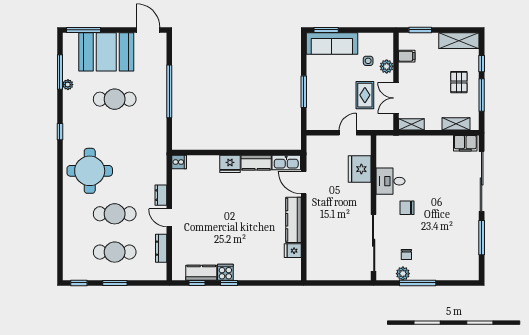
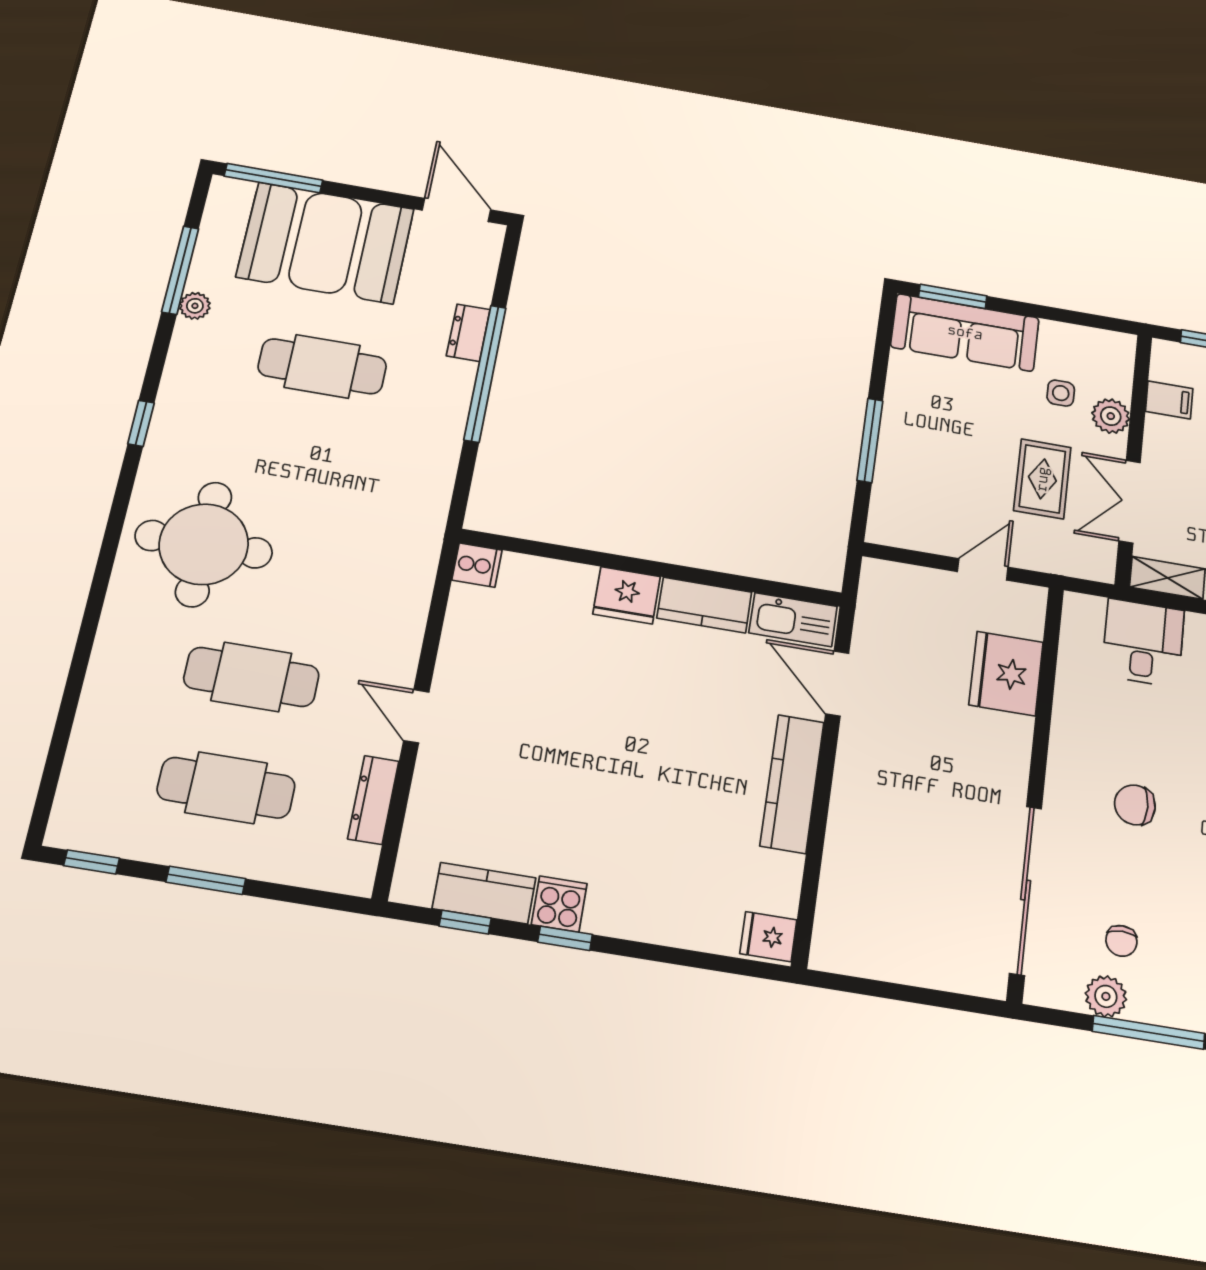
desk: (391, 181) -> (1143, 643), moved, turned 90
dresser: (161, 195) -> (468, 333), moved
fridge: (293, 251) -> (768, 937), moved

